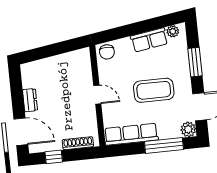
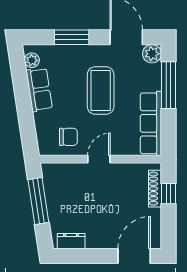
window: (58, 49) -> (38, 201), added
chair: (107, 52) -> (68, 137), moved
dresser: (30, 100) -> (71, 241), moved
window: (54, 157) -> (168, 194), moved

